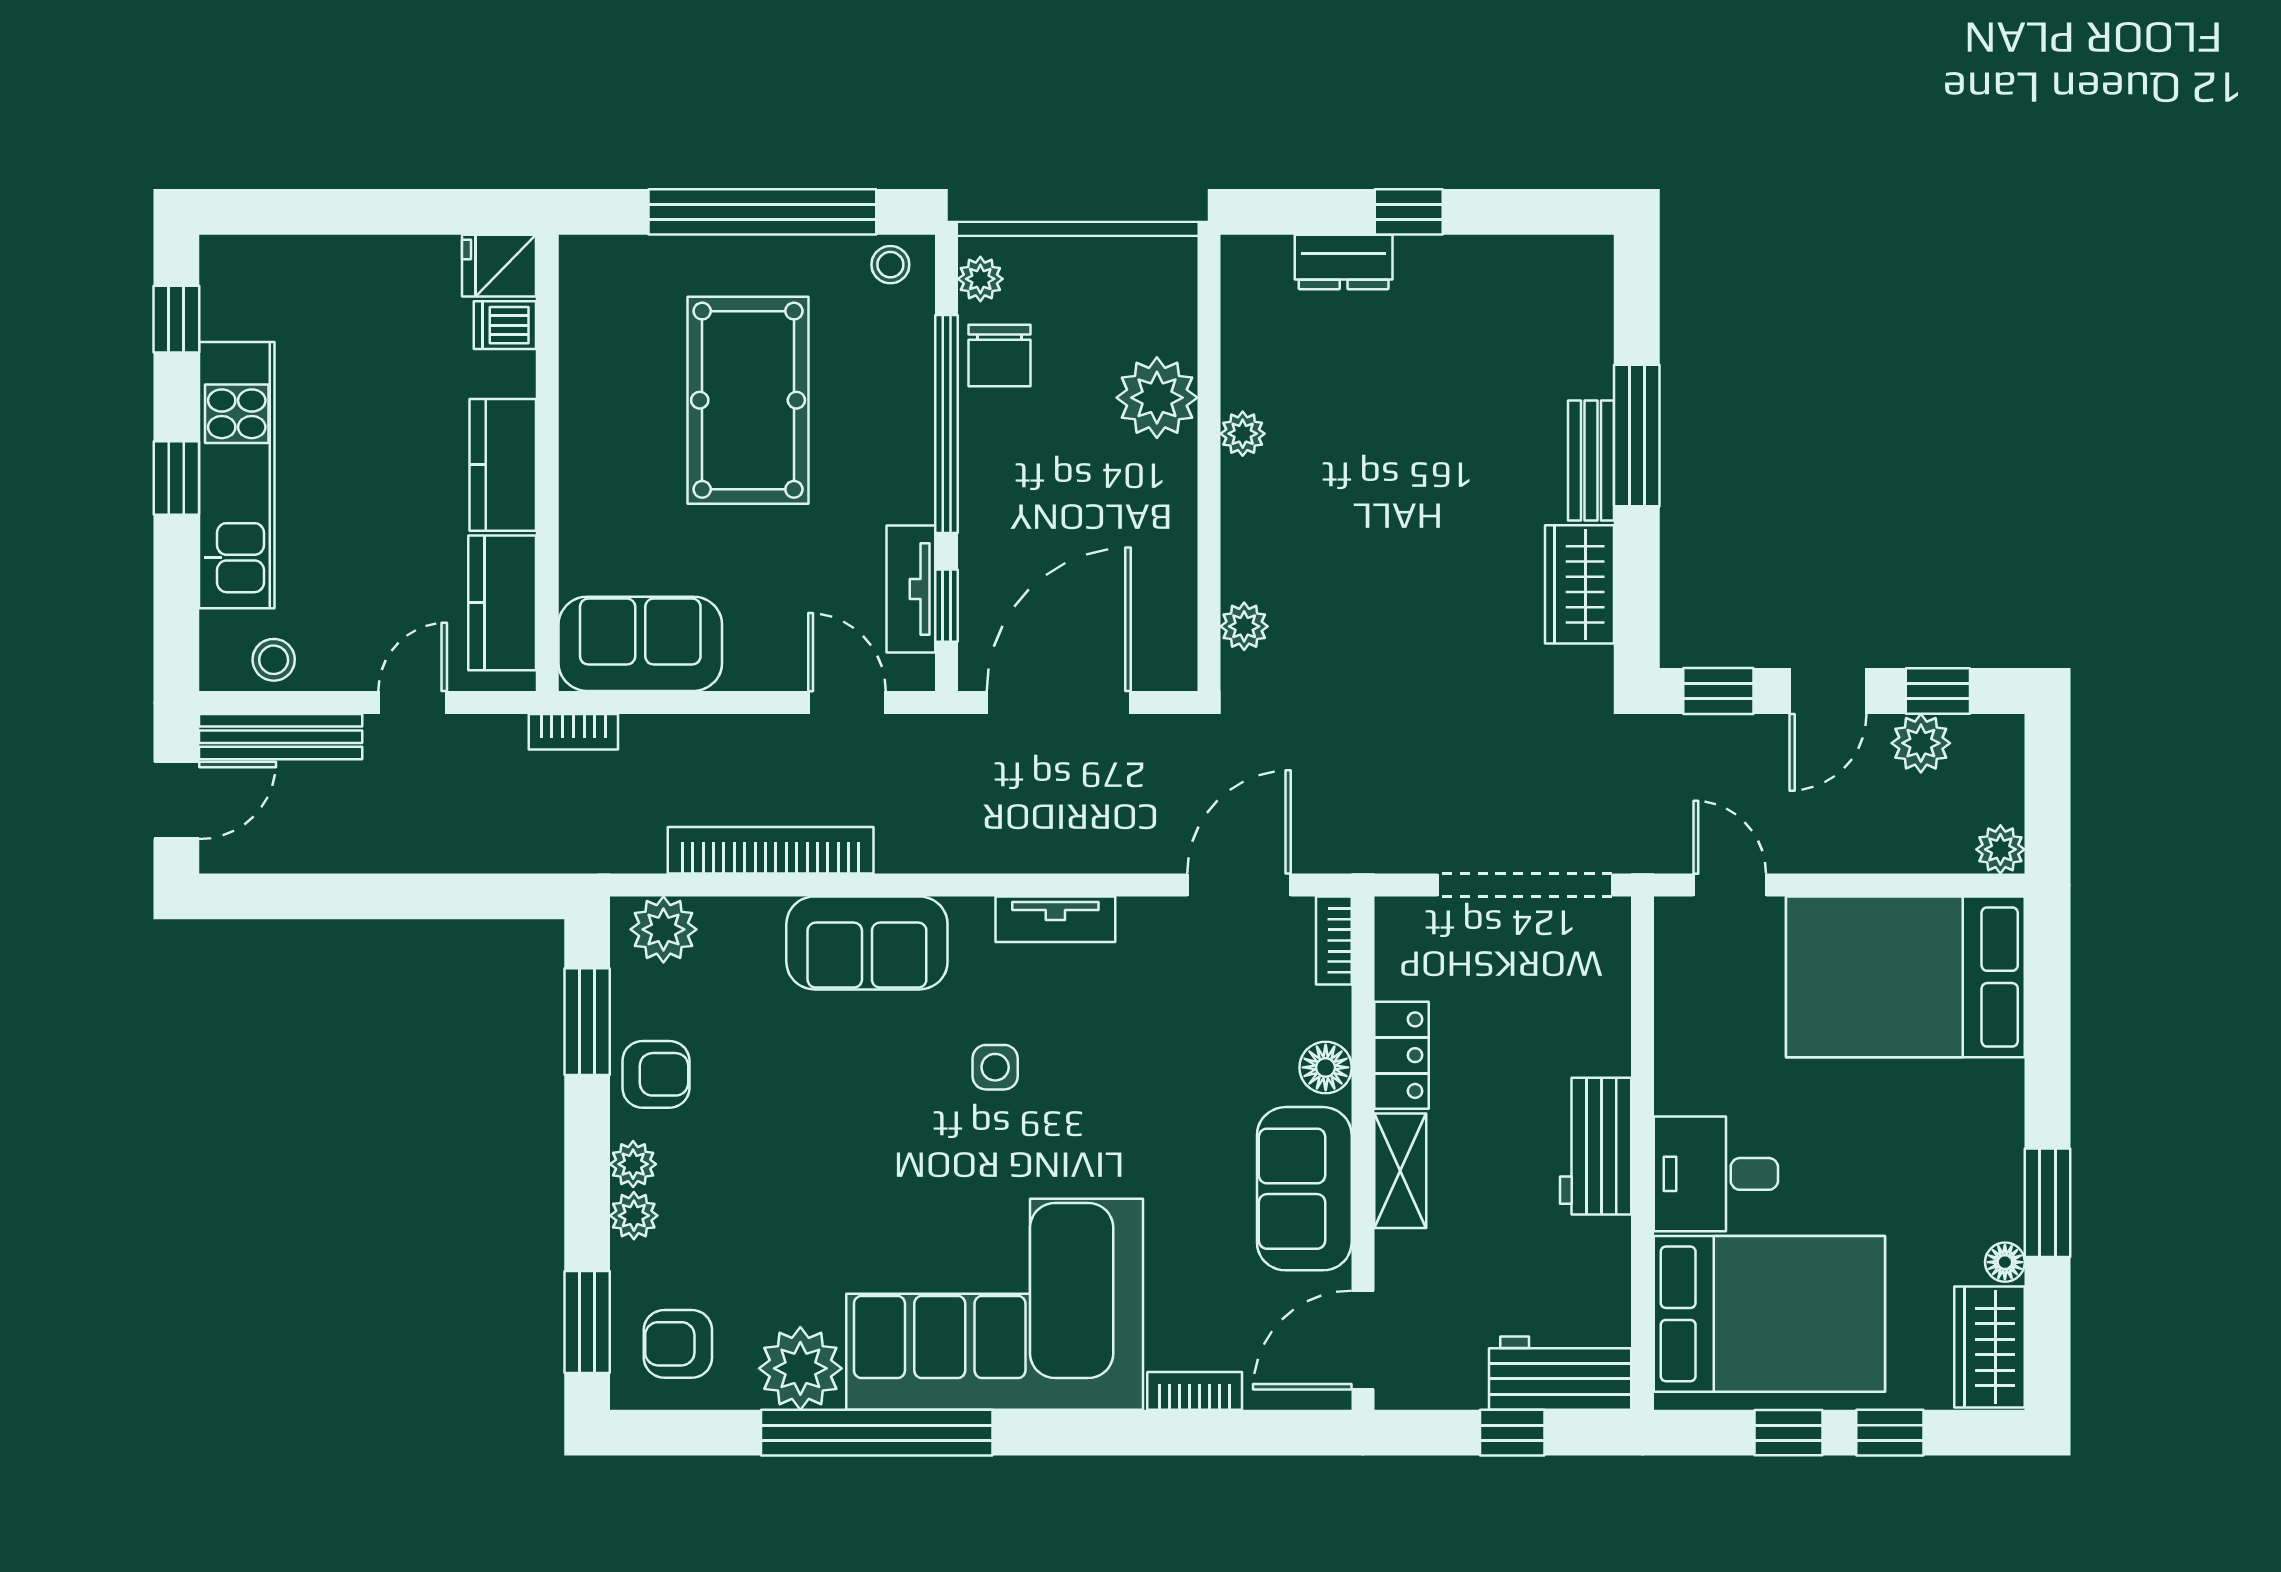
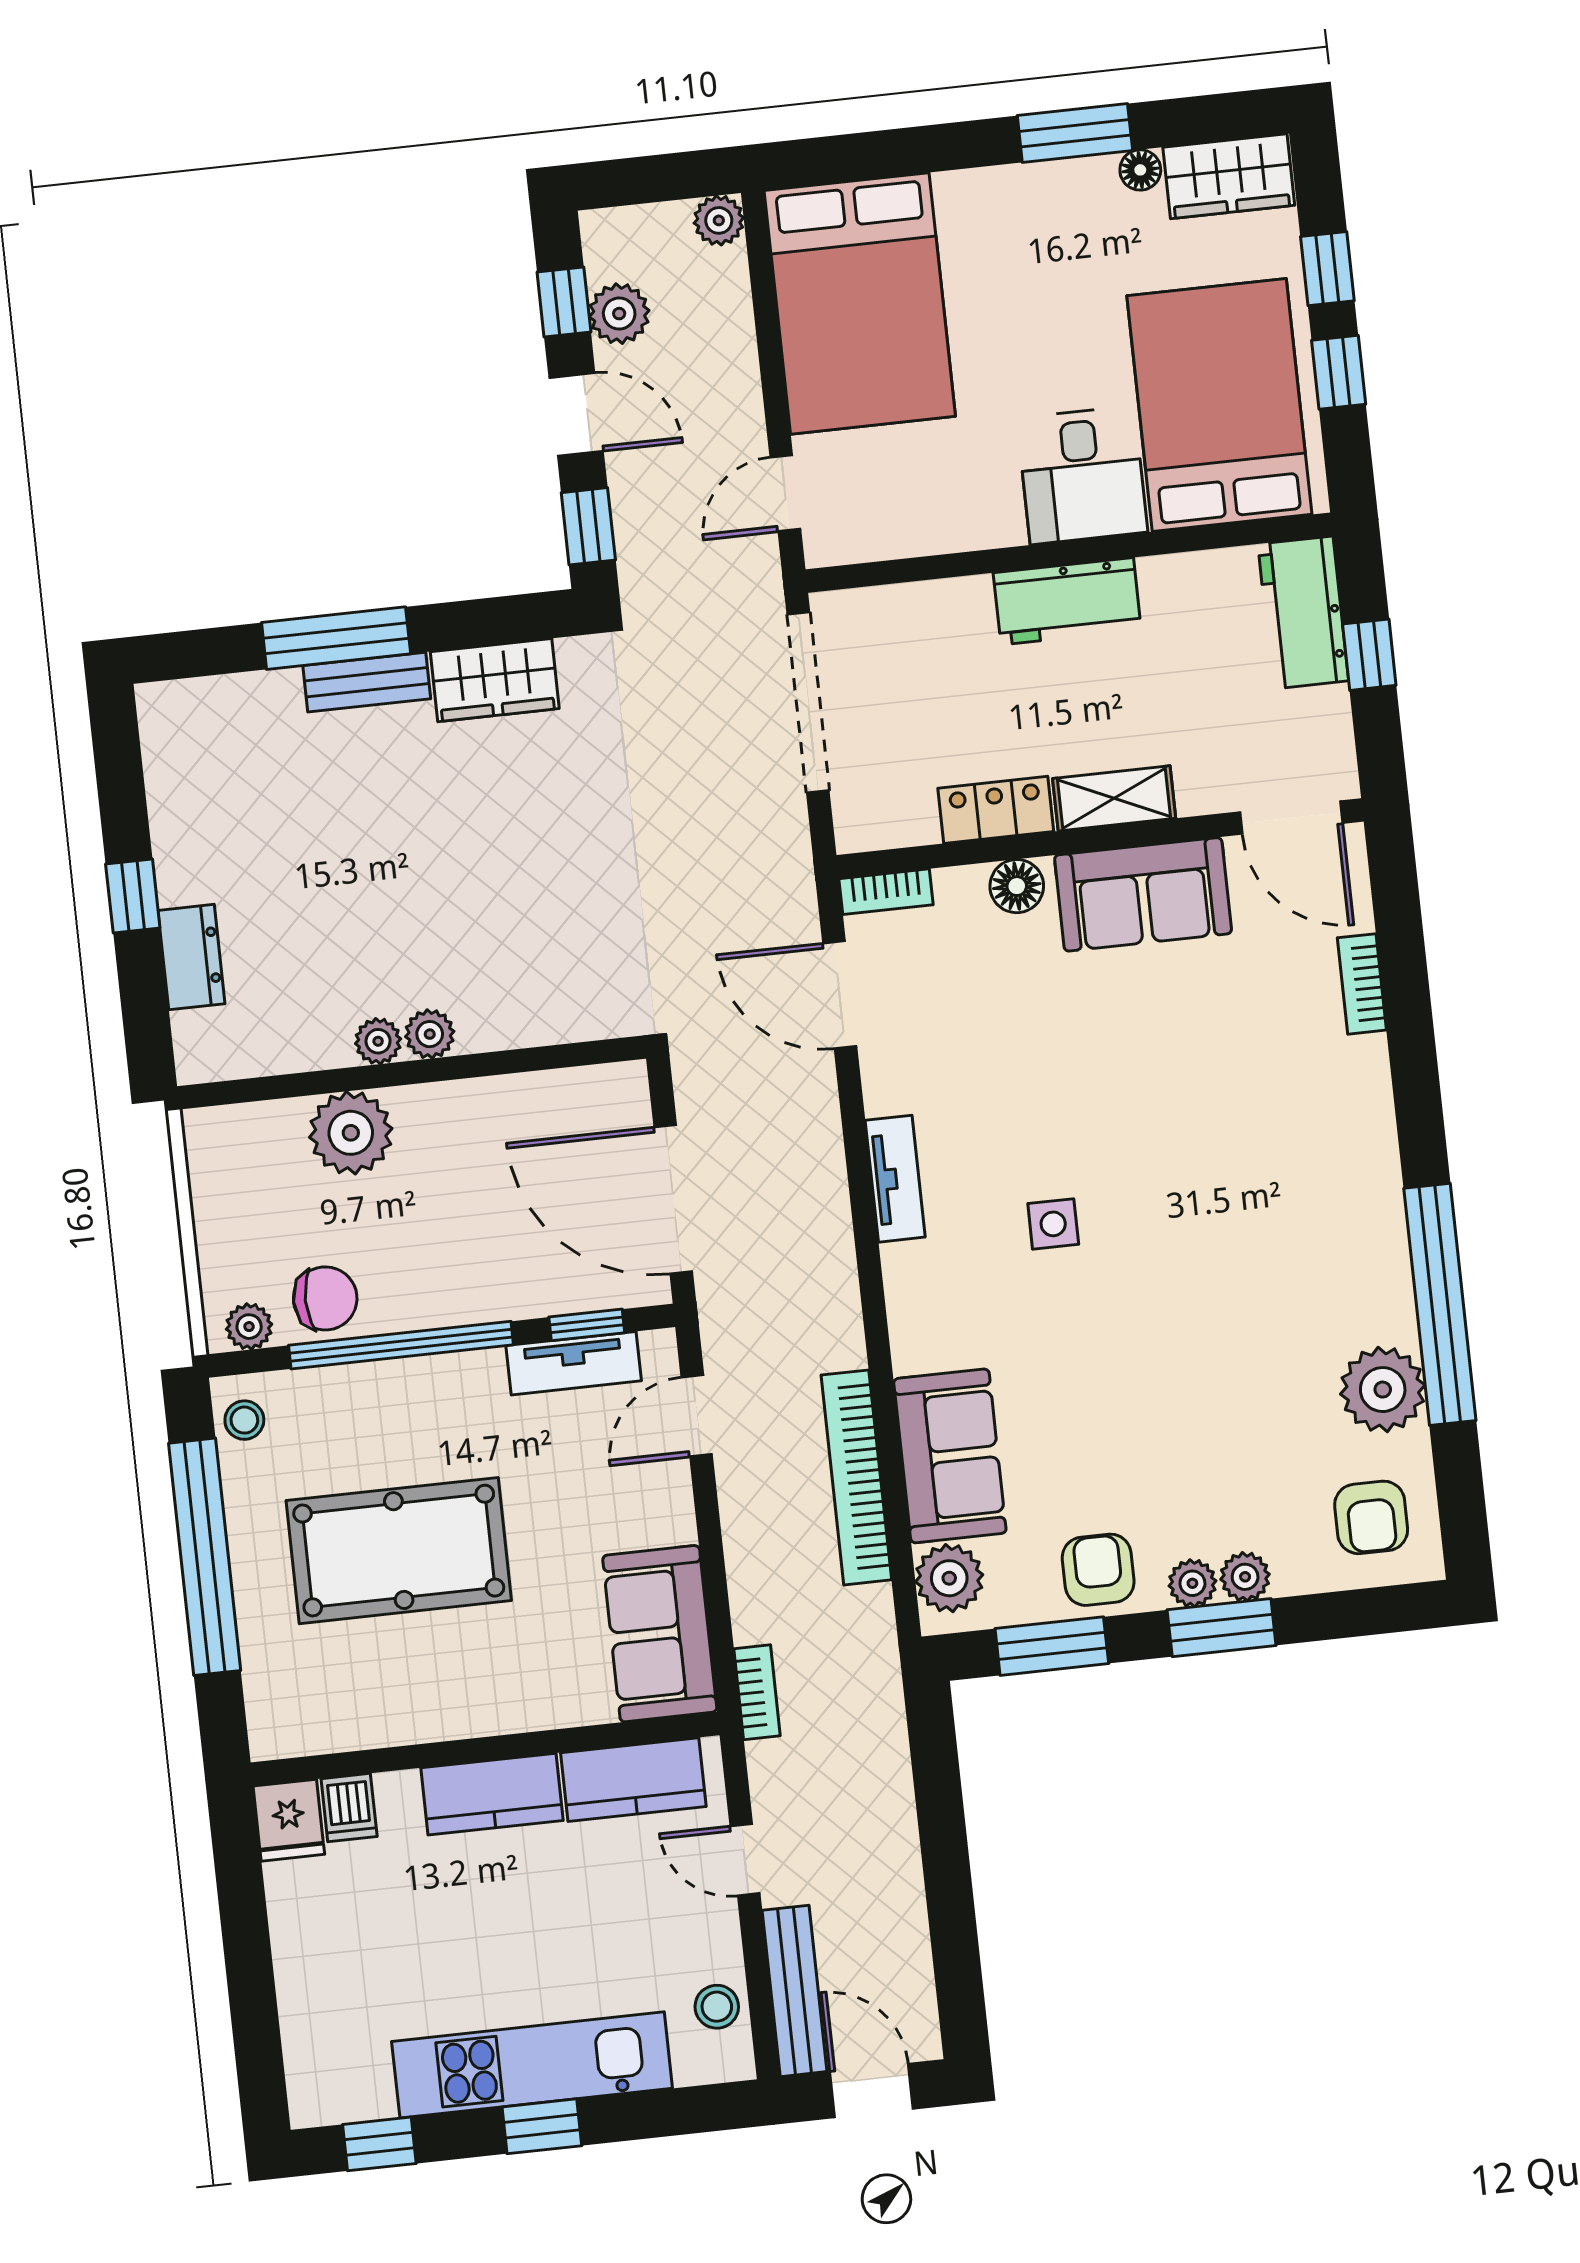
plant: (1244, 626) -> (430, 1034), moved
sofa: (867, 943) -> (950, 1456), moved
corner sofa: (995, 1304) -> (1296, 1198), removed
window: (587, 1322) -> (1222, 1628), moved

